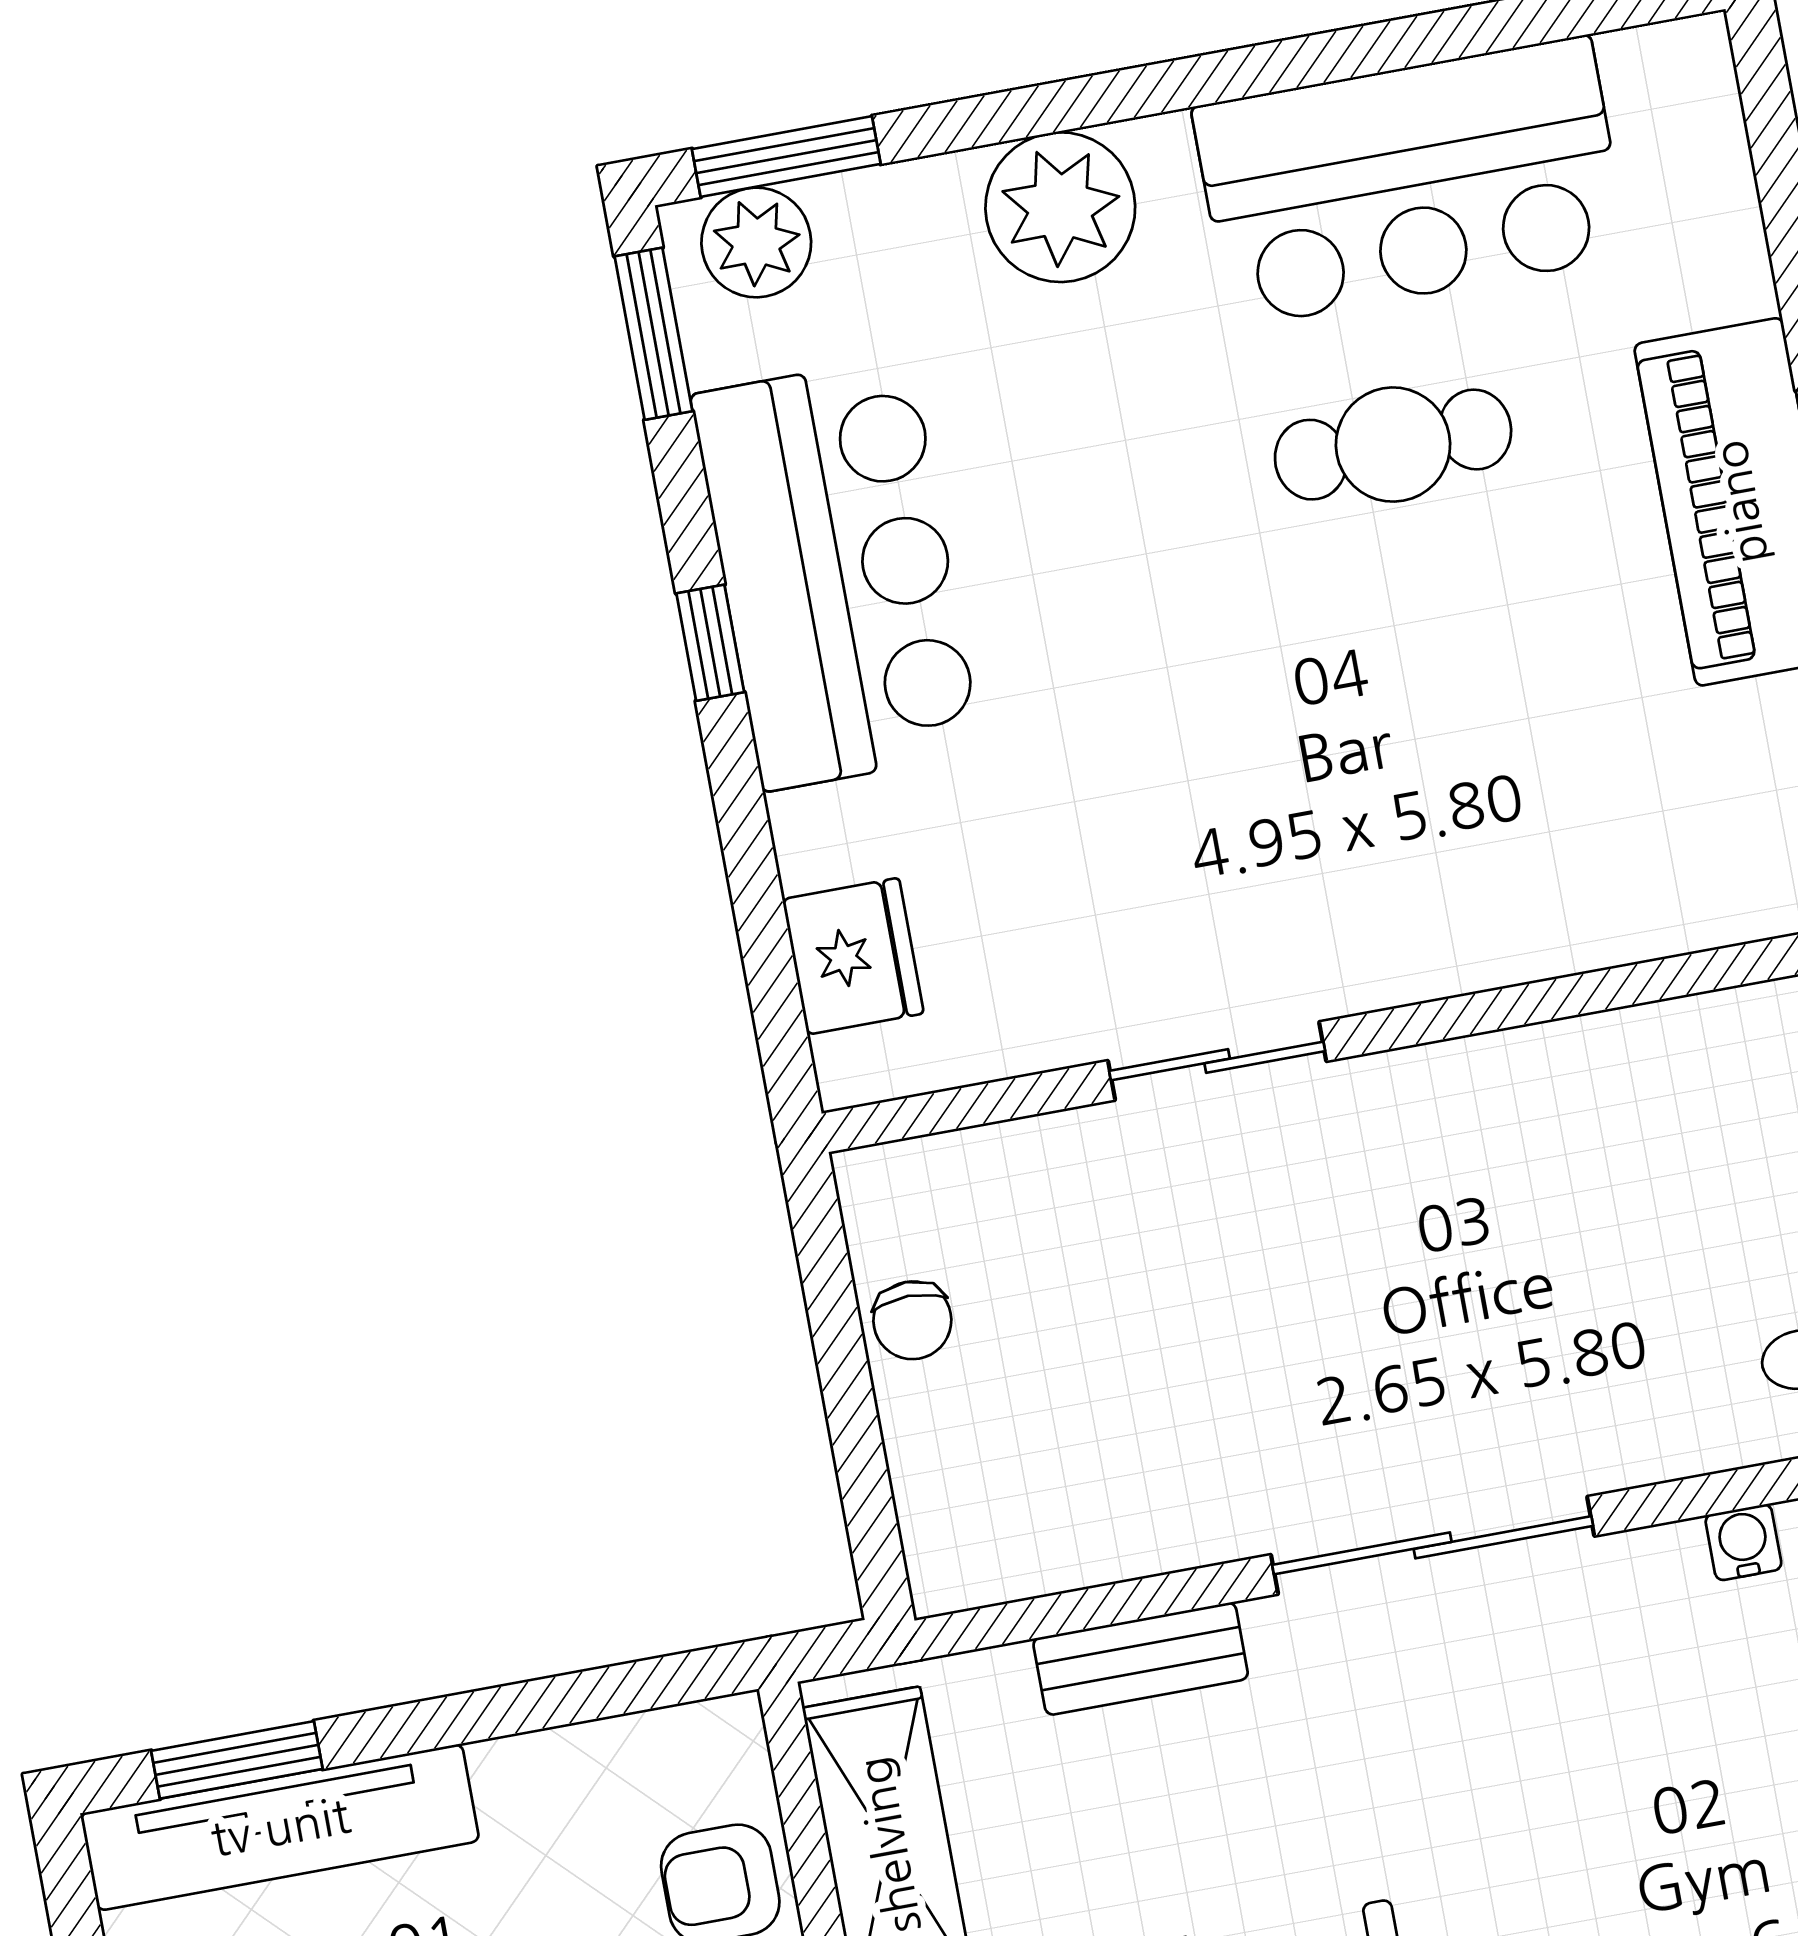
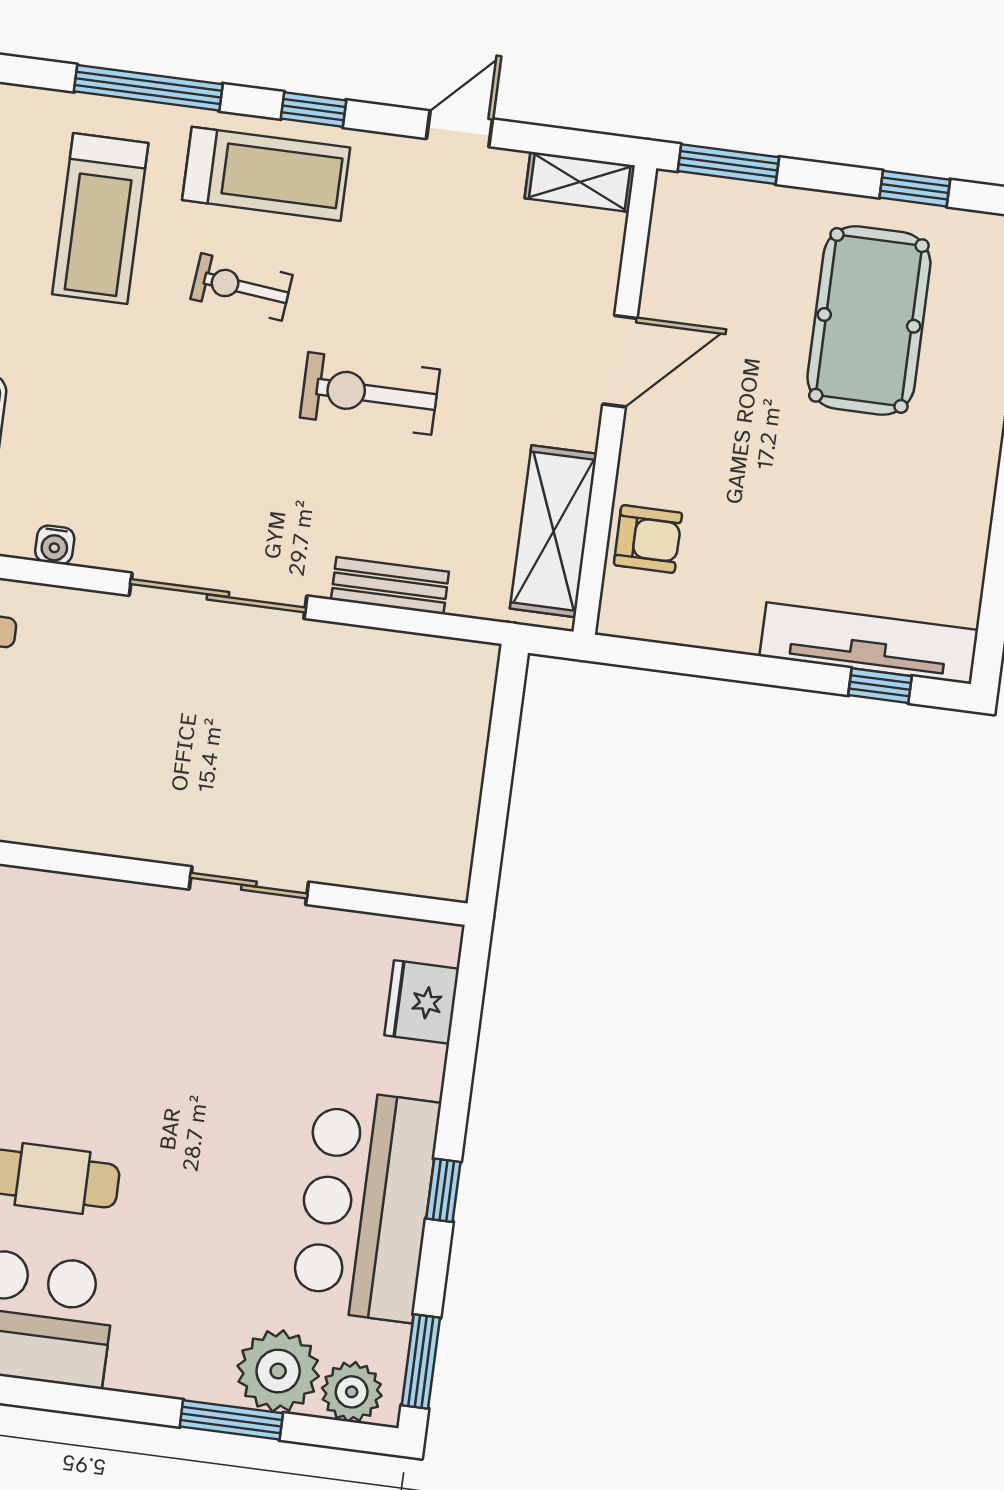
window: (786, 157) -> (231, 1420), moved
plant: (1060, 207) -> (278, 1371), moved
chair: (912, 1320) -> (452, 801), removed
window: (237, 1760) -> (880, 686), width x0.67

